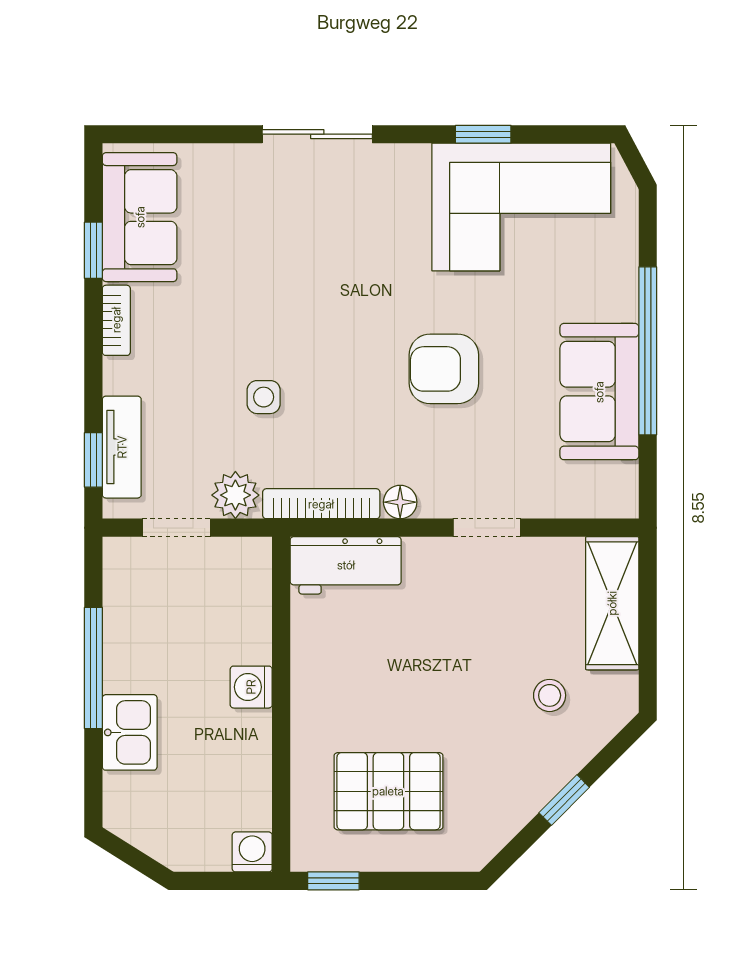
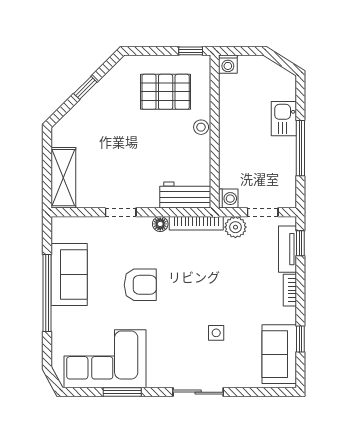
window: (483, 134) -> (122, 392), width x1.50
bookcase: (116, 320) -> (290, 290), moved
side table: (264, 397) -> (216, 333), moved
washing machine: (251, 687) -> (228, 199), moved
stool: (550, 695) -> (201, 127), moved

